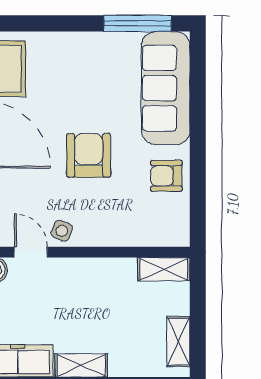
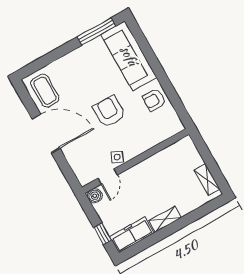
door: (31, 252) -> (108, 177), swing flipped
shelving: (164, 269) -> (179, 147), removed

